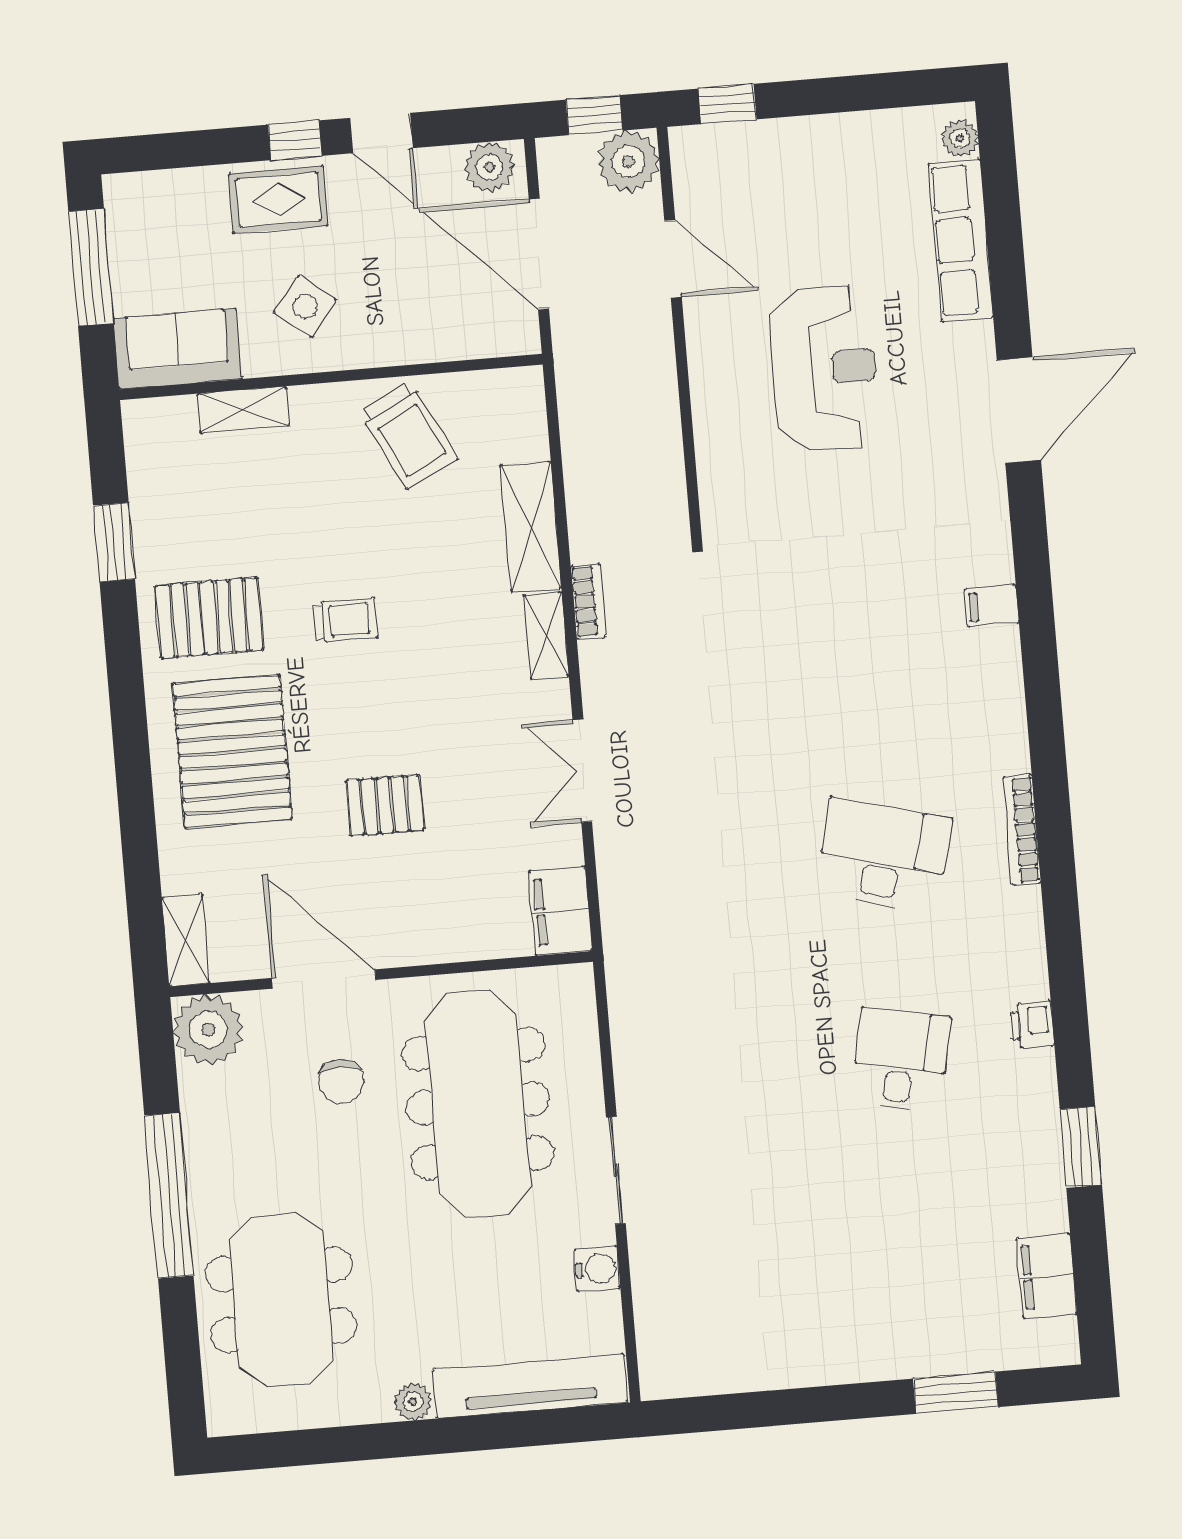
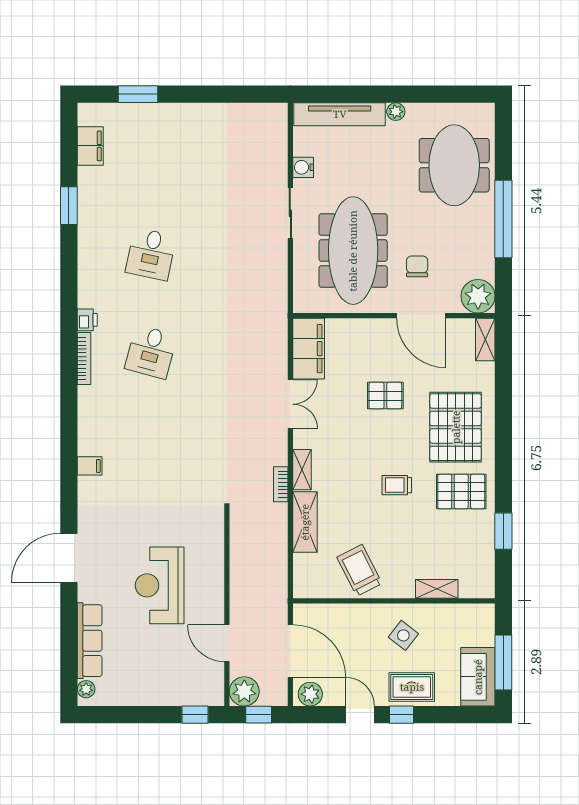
sofa: (178, 349) -> (478, 677), moved, turned 90
desk: (883, 856) -> (151, 352), width x0.73
filing cabinet: (560, 911) -> (309, 349), width x1.50, depth x1.17
printer: (1032, 1025) -> (87, 320), moved

